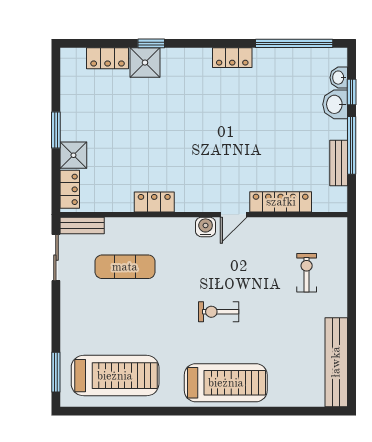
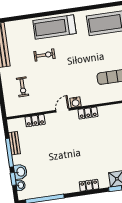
locker: (232, 58) -> (89, 185), moved
locker: (154, 202) -> (88, 113), moved
locker: (281, 202) -> (35, 121), width x0.66
exercise bike: (219, 312) -> (45, 55), moved

